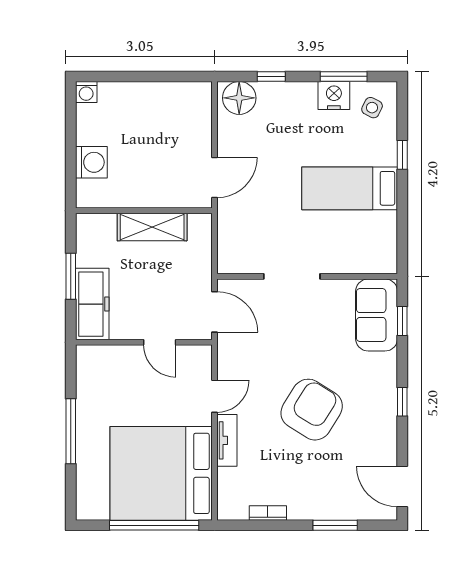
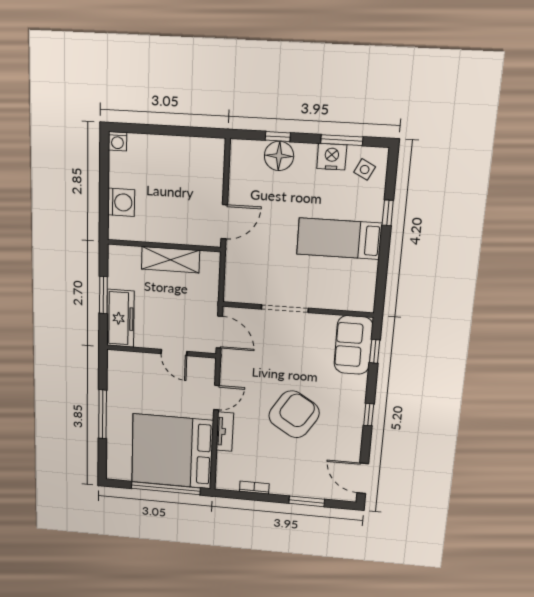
floor lamp: (239, 98) -> (279, 156), moved

